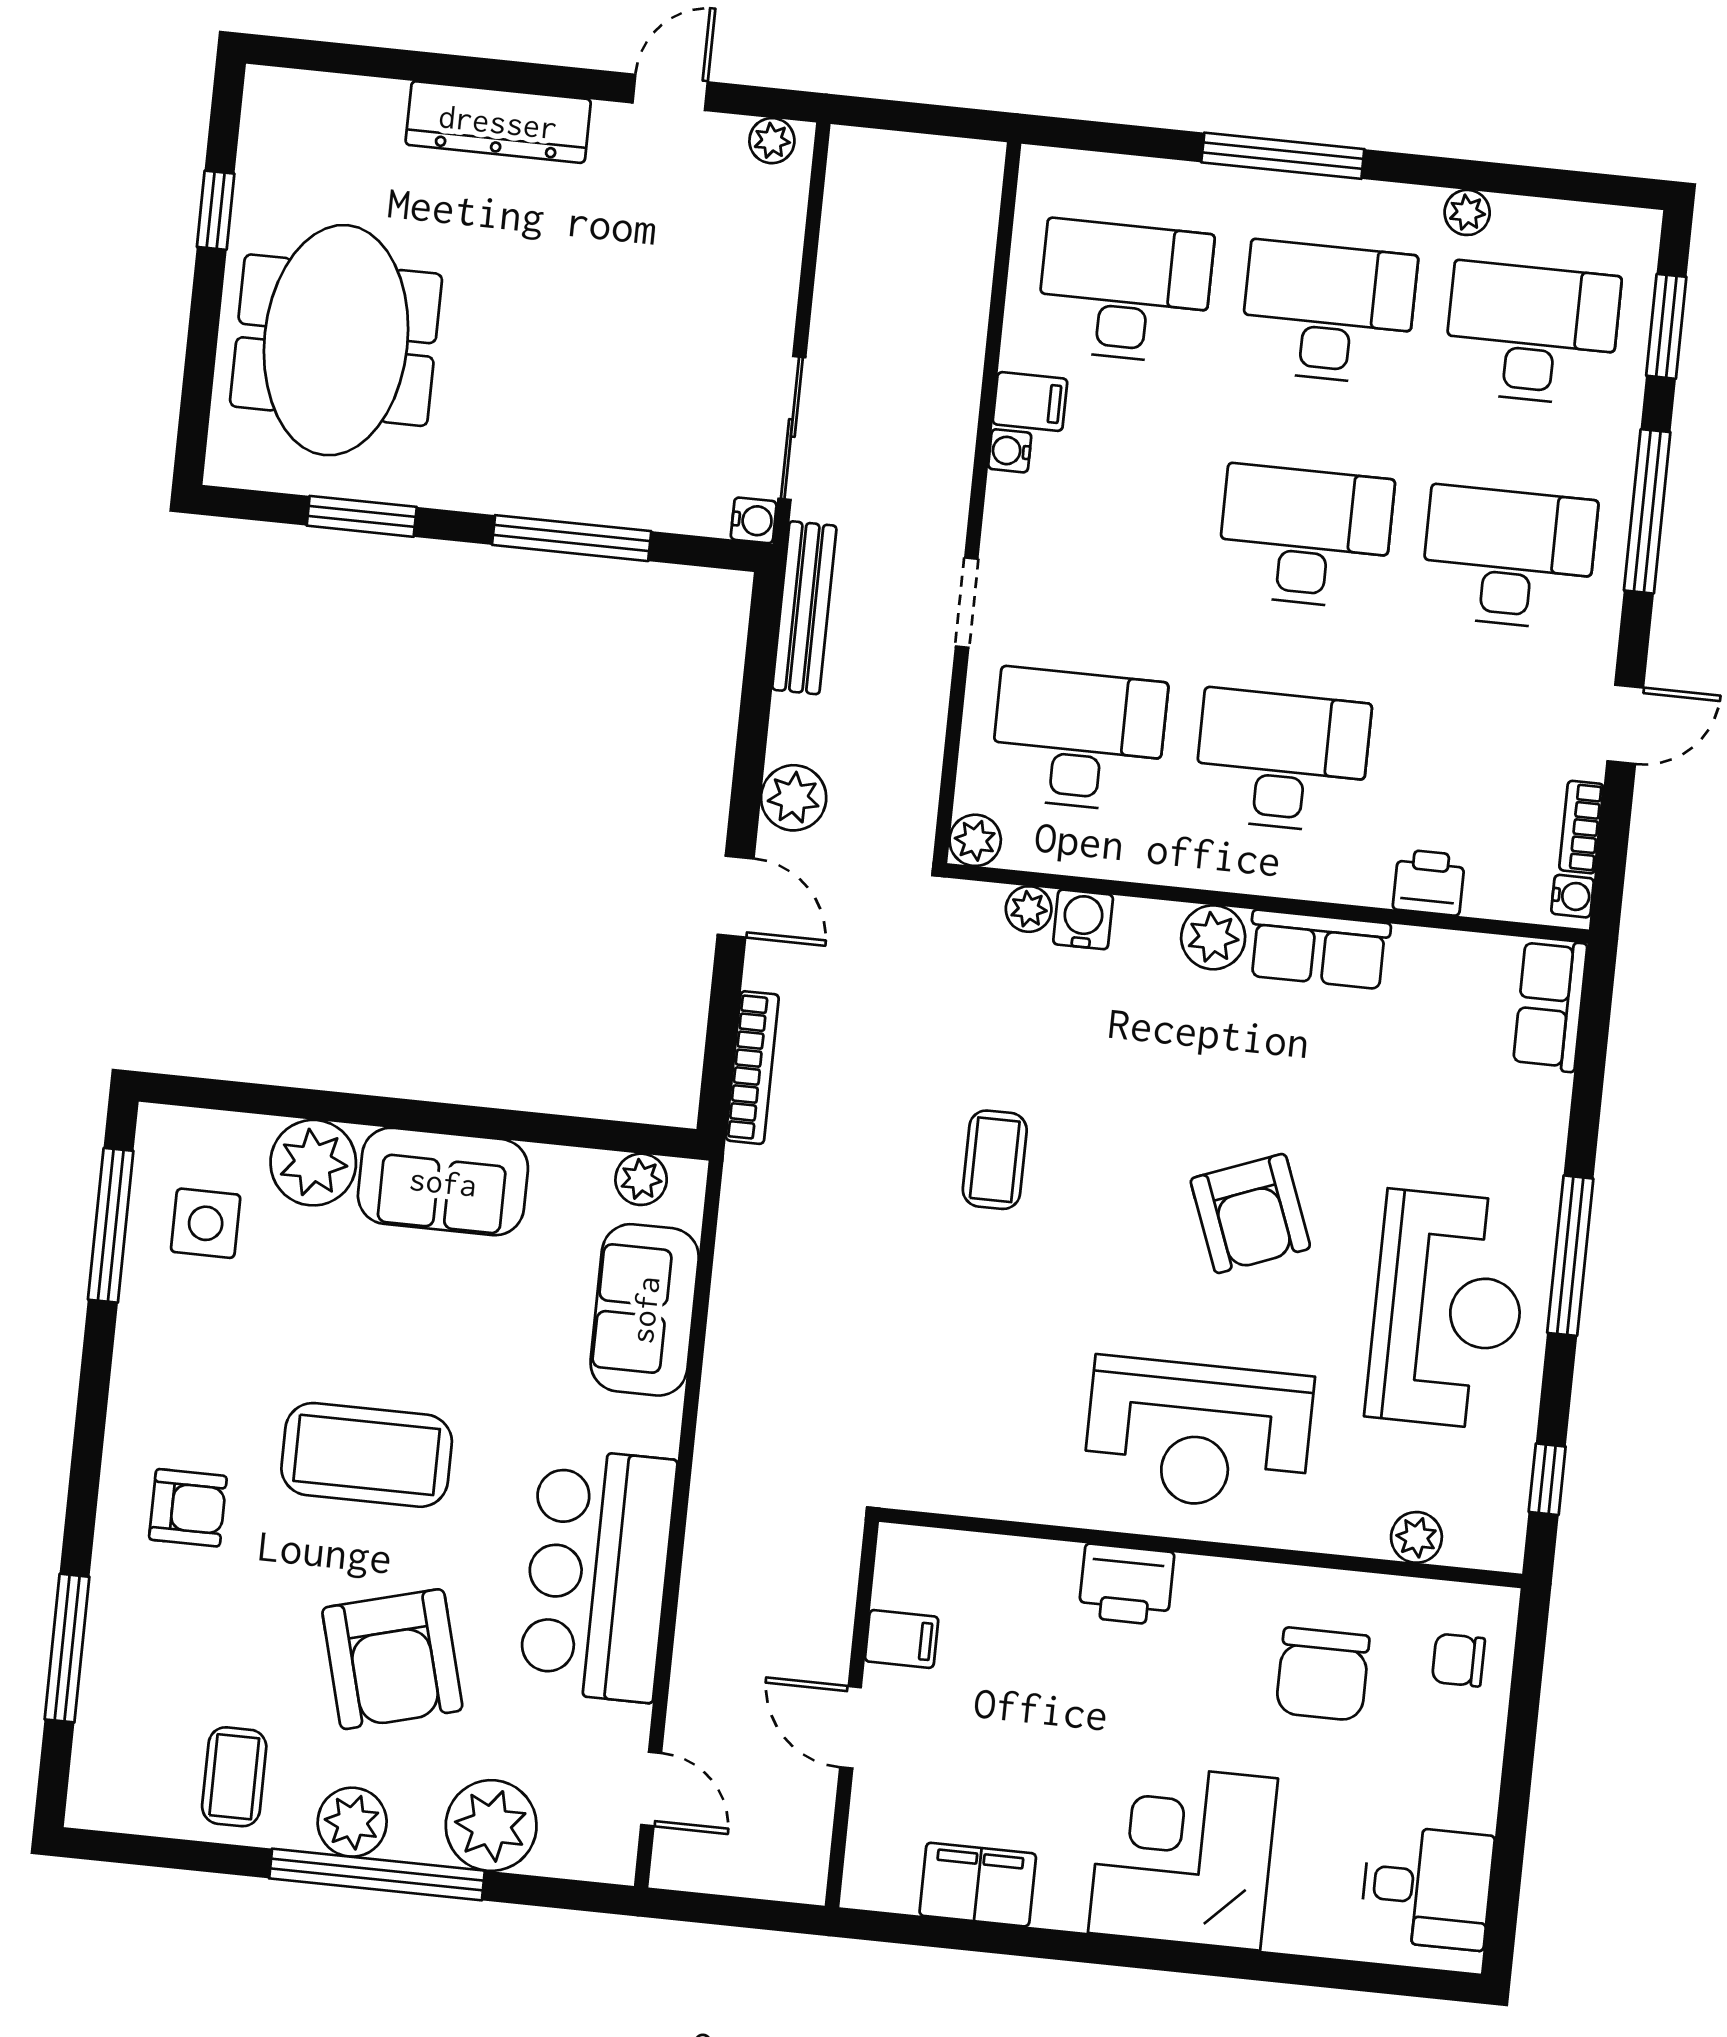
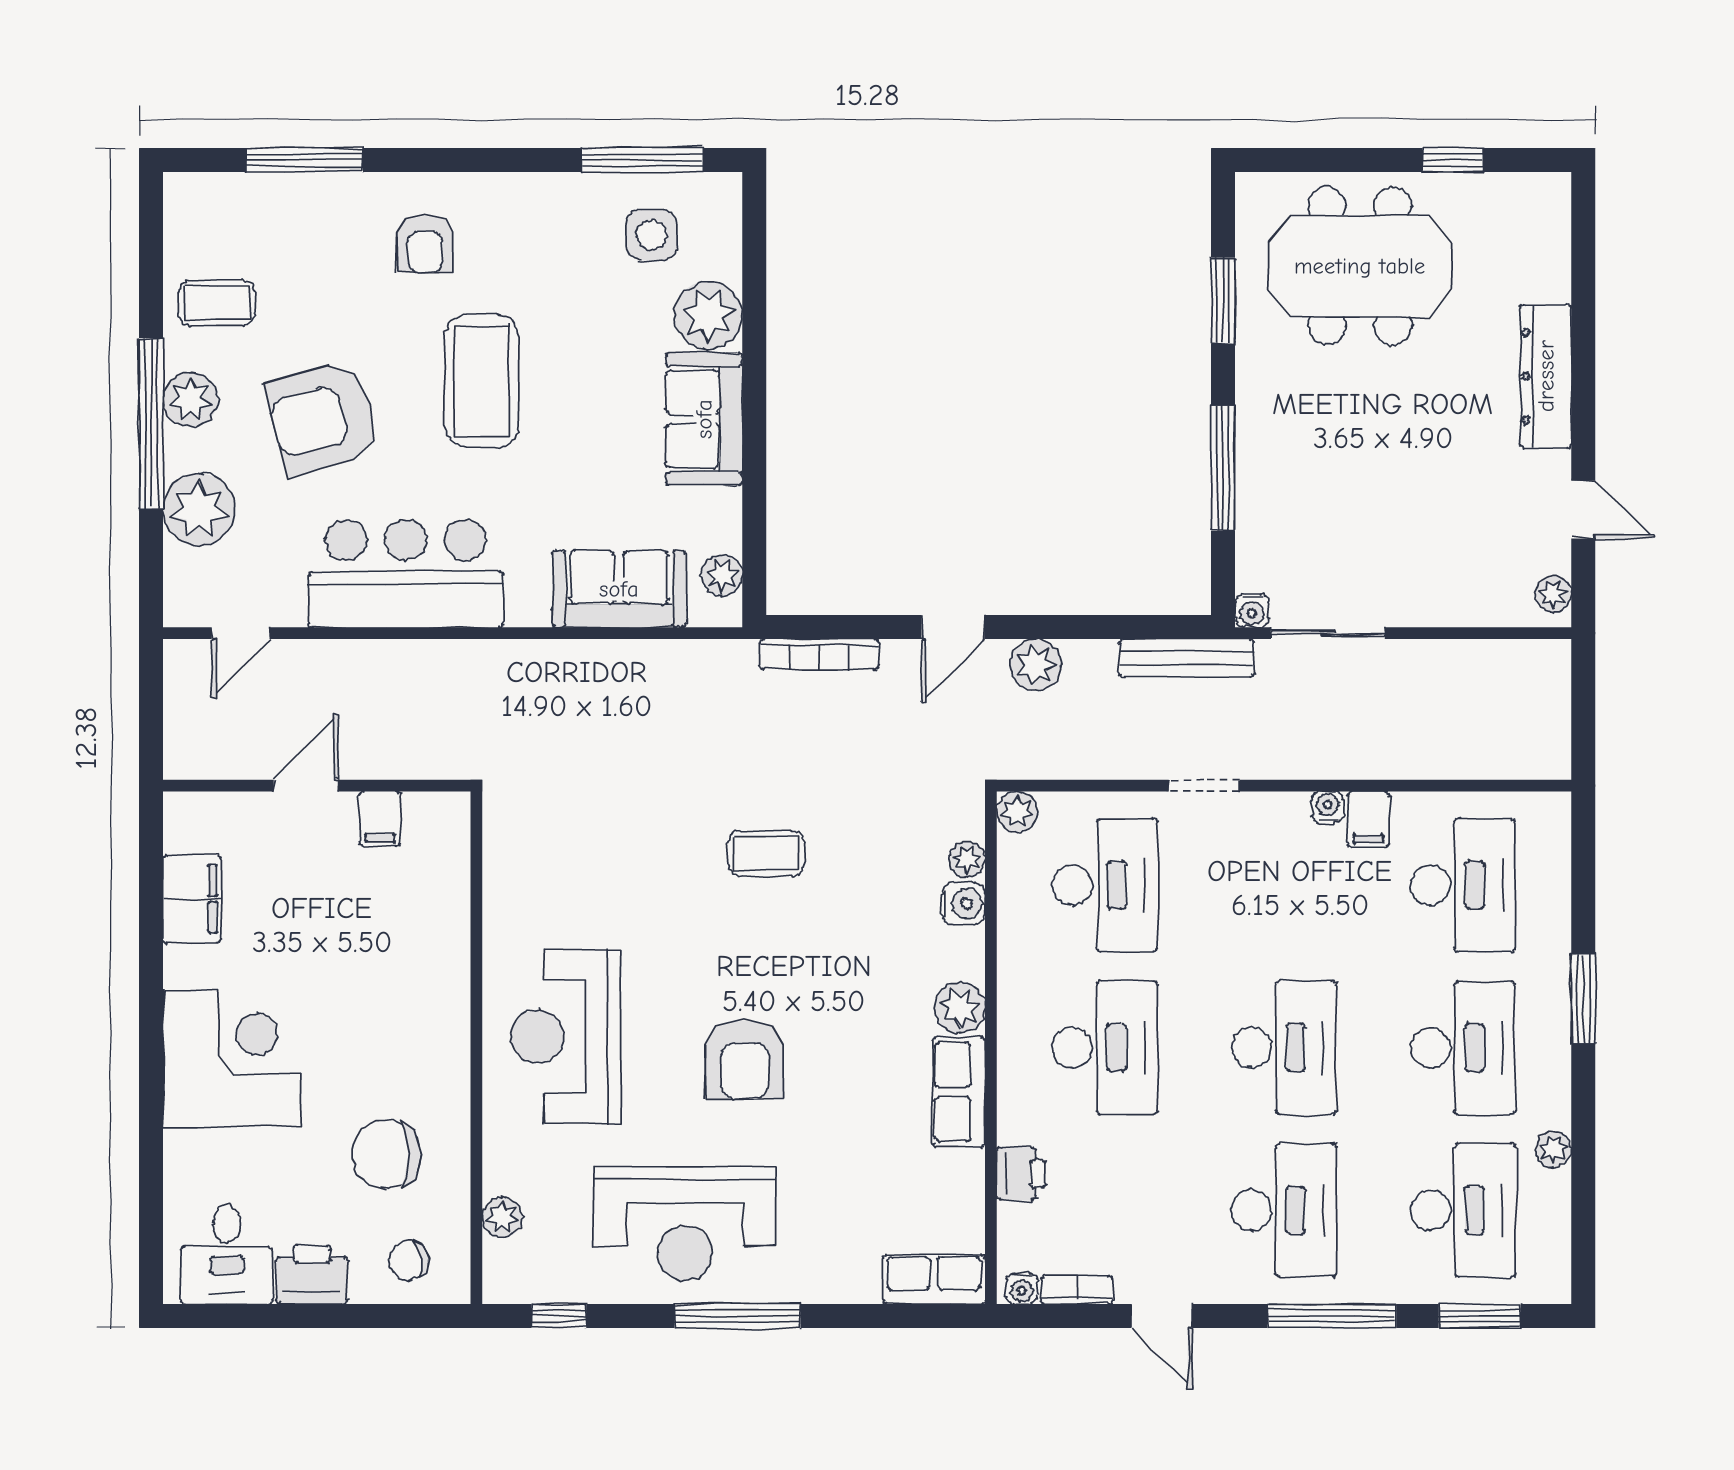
window: (1283, 156) -> (1583, 999), width x0.69
armchair: (1250, 1214) -> (745, 1060), turned -69
printer: (1126, 1585) -> (312, 1275), moved, turned 90
chair: (1458, 1660) -> (409, 1261), turned -98

